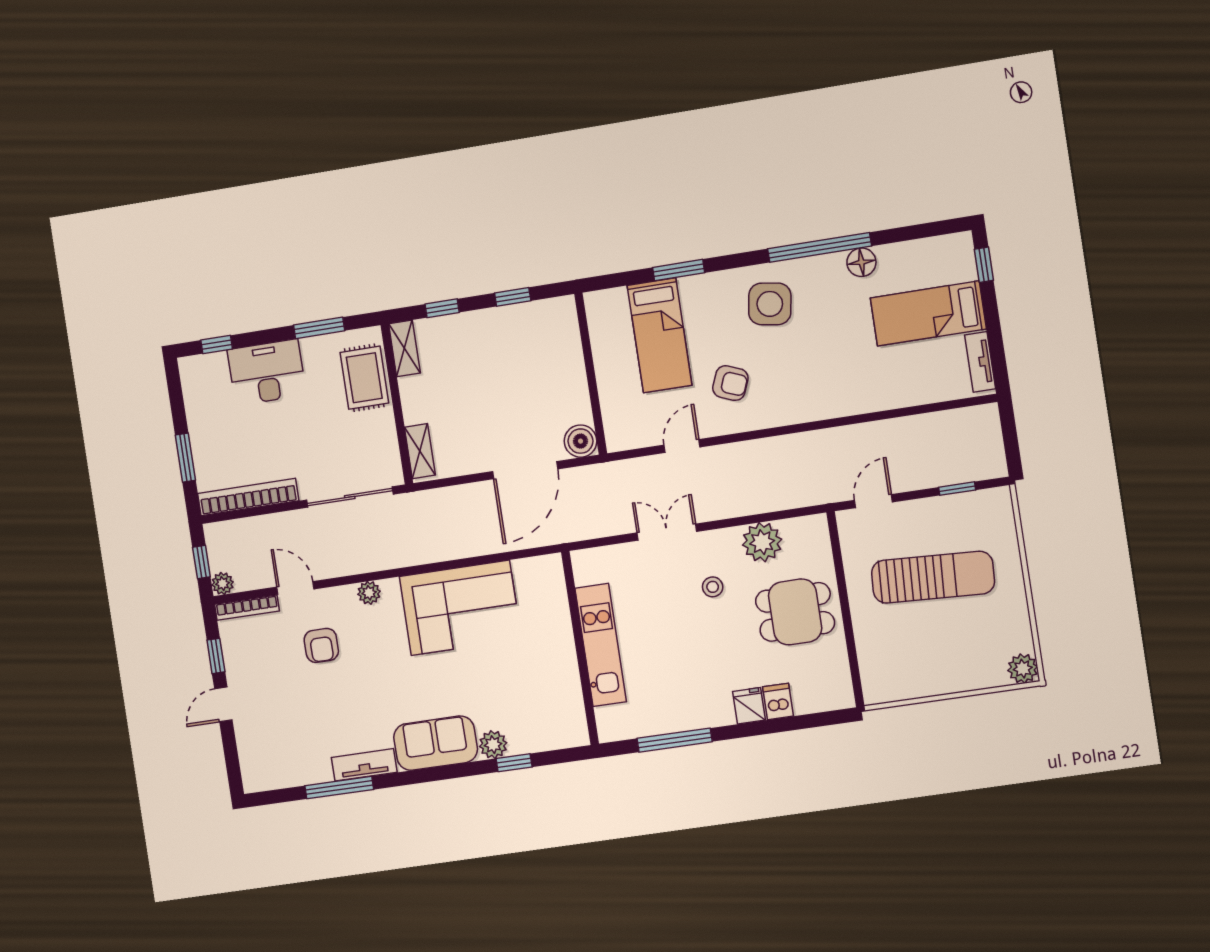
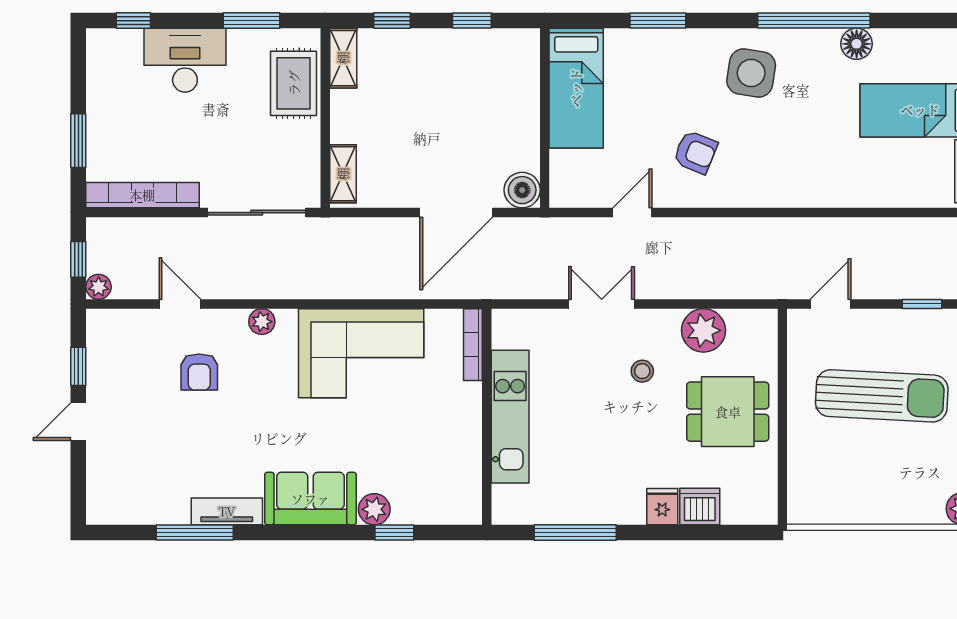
bed: (660, 335) -> (576, 88), moved
bookcase: (247, 608) -> (473, 345), moved, turned 90
dishwasher: (778, 701) -> (700, 506), width x1.38

